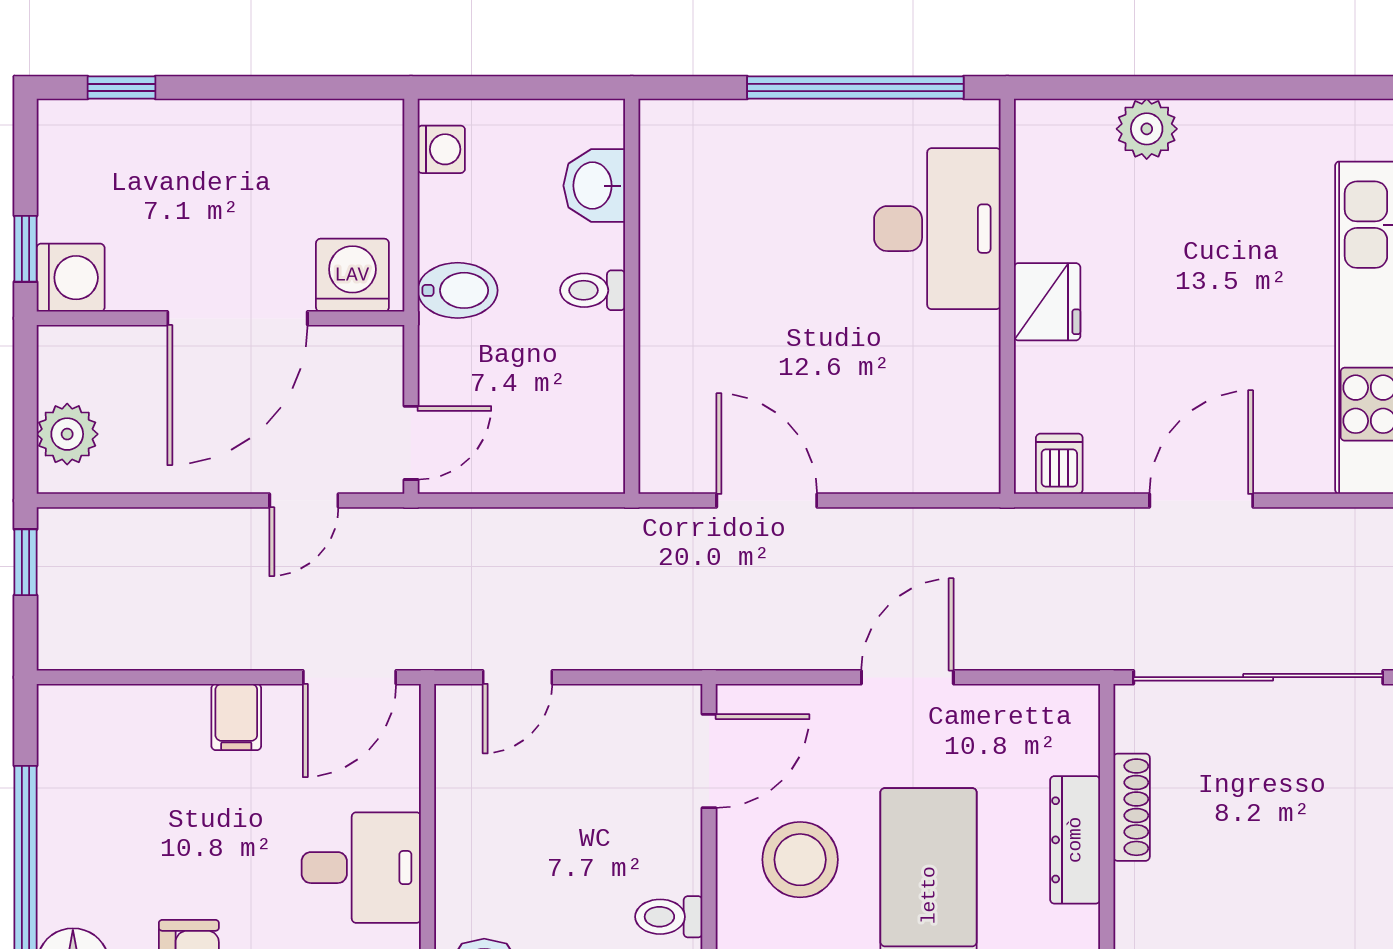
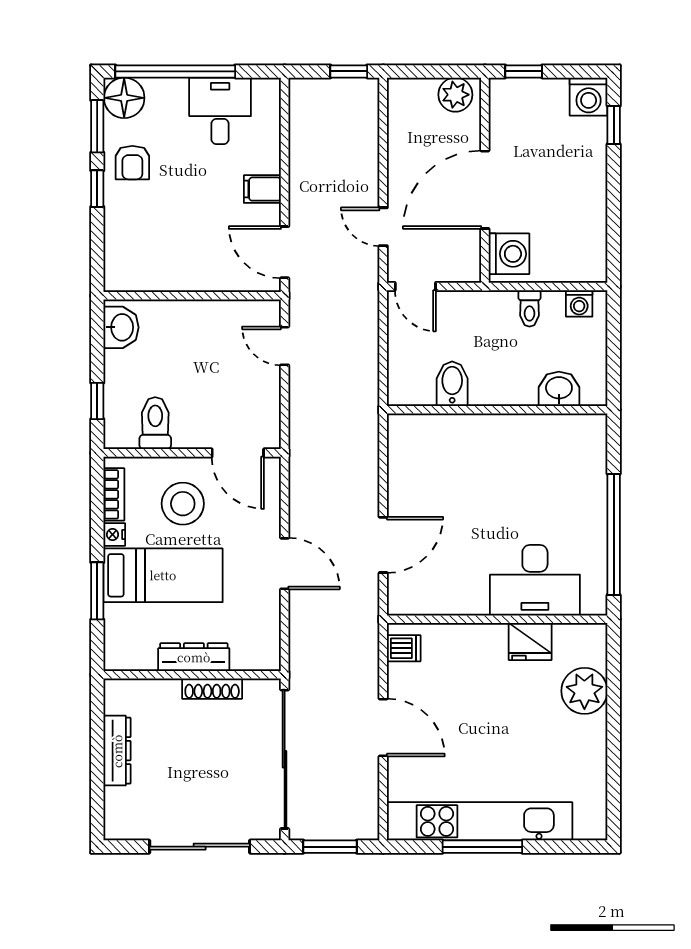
plant: (1147, 129) -> (584, 691), width x1.36, depth x1.36
washing machine: (71, 278) -> (589, 97), moved
bidet: (458, 290) -> (452, 384), moved, turned 180
toilet: (593, 290) -> (530, 308), moved, turned 180
fridge: (1047, 302) -> (530, 641), moved
door: (237, 318) -> (485, 190), hinge flipped
plant: (67, 434) -> (455, 95), moved
door: (767, 501) -> (383, 545), moved
desk: (361, 868) -> (220, 111), moved, turned 180
toilet: (669, 917) -> (155, 423), width x1.37, depth x1.39

